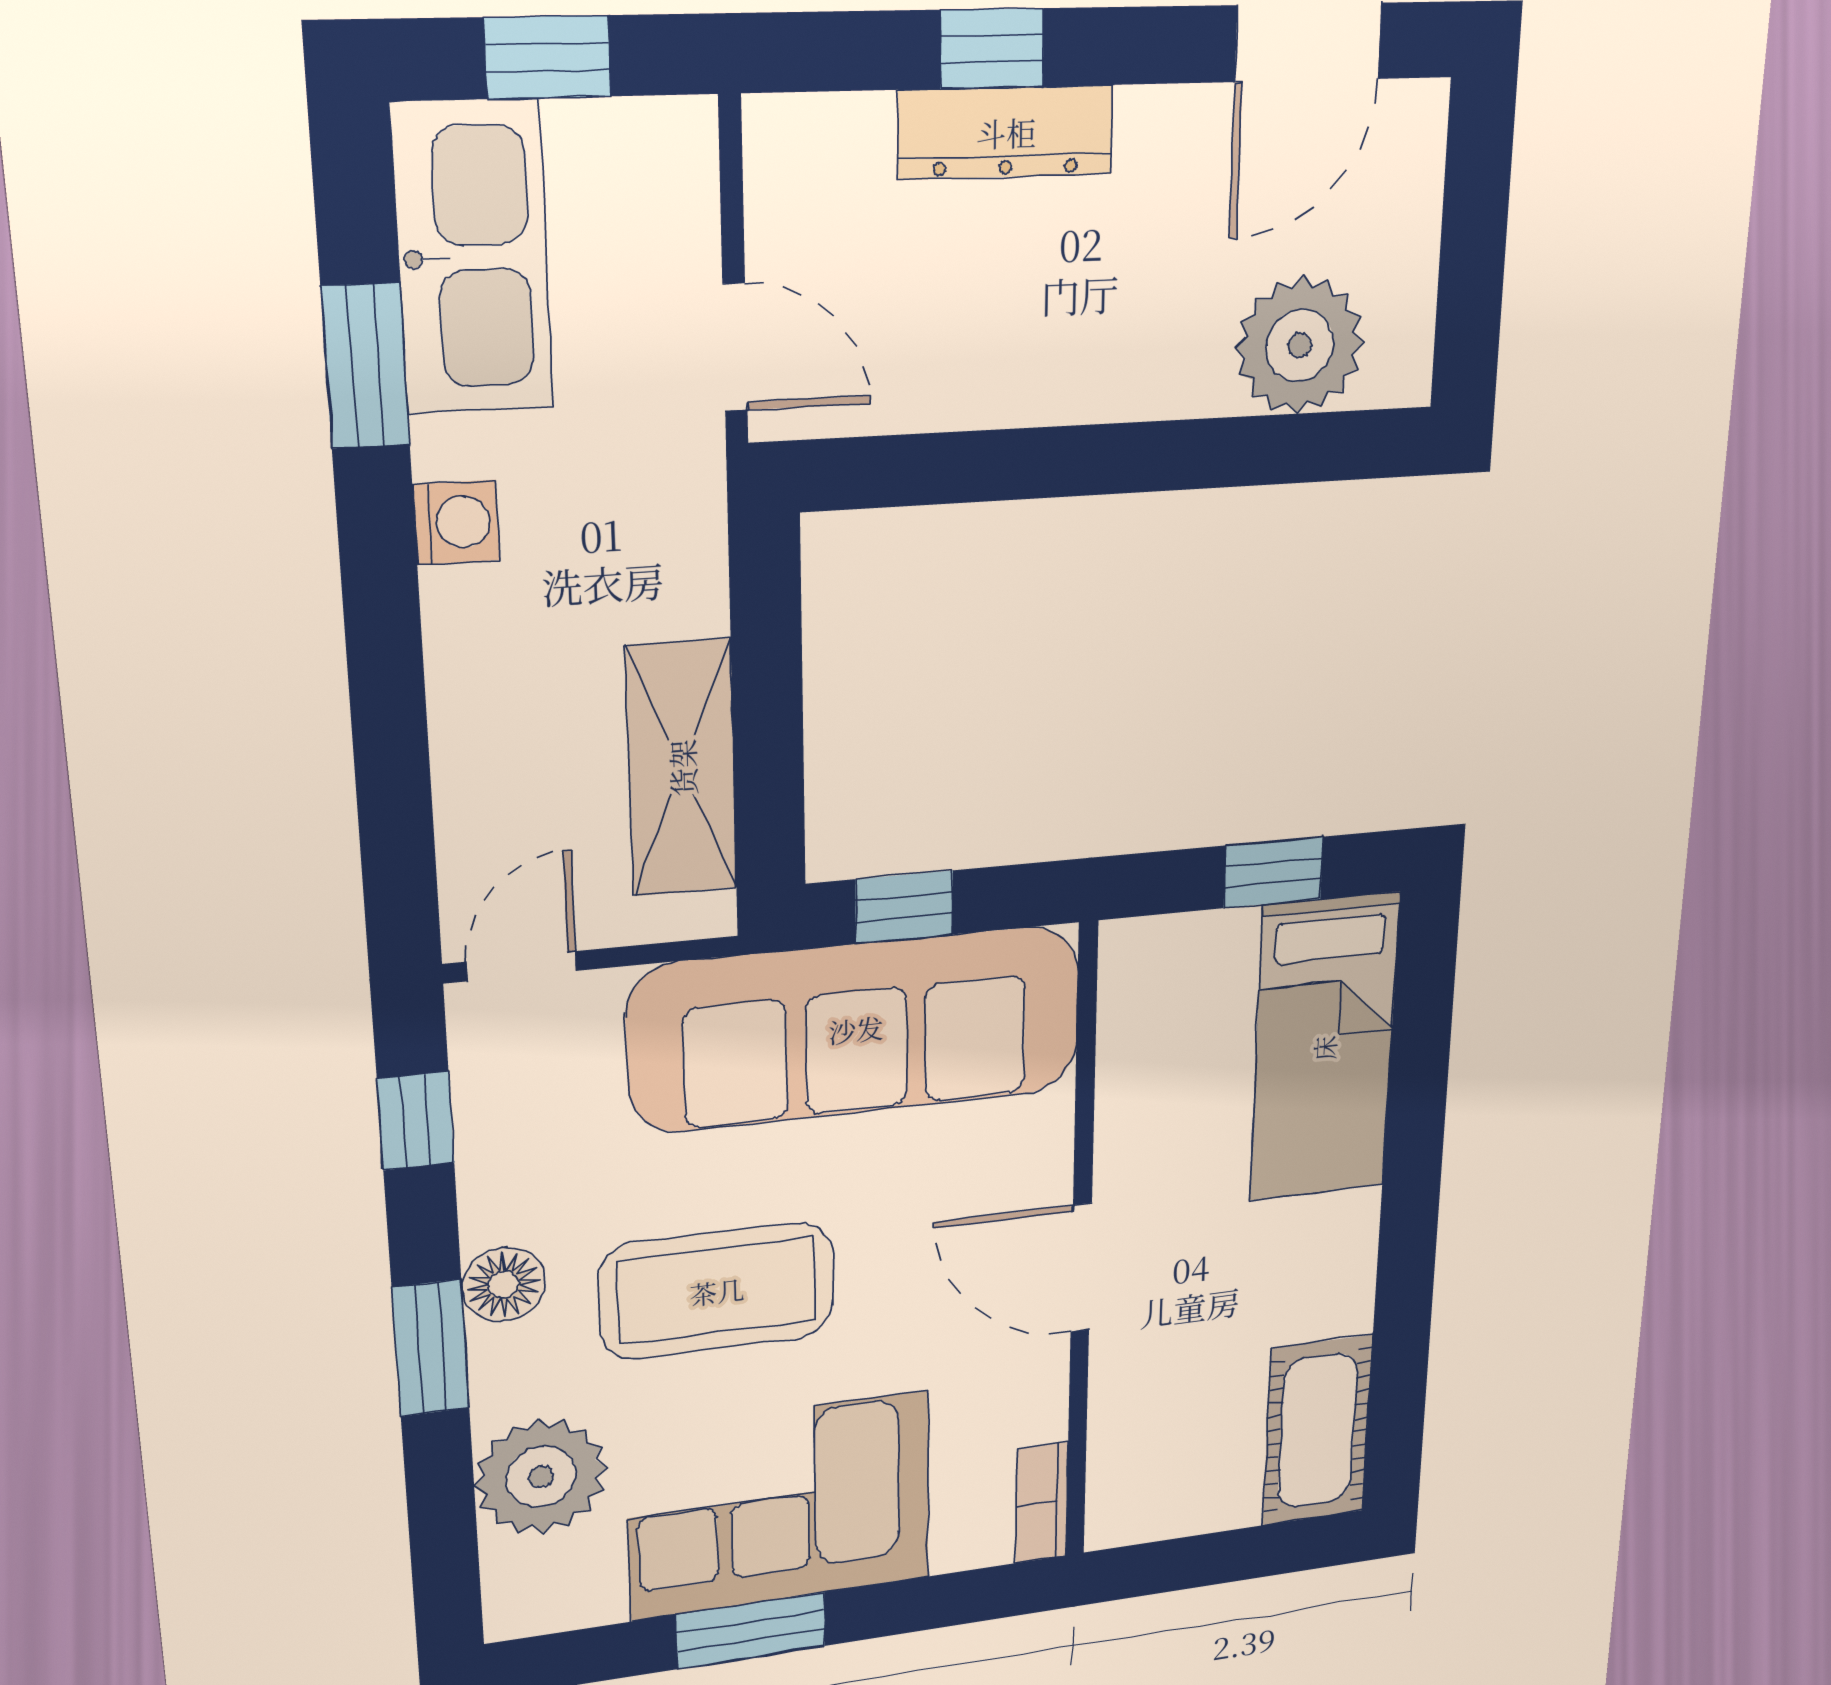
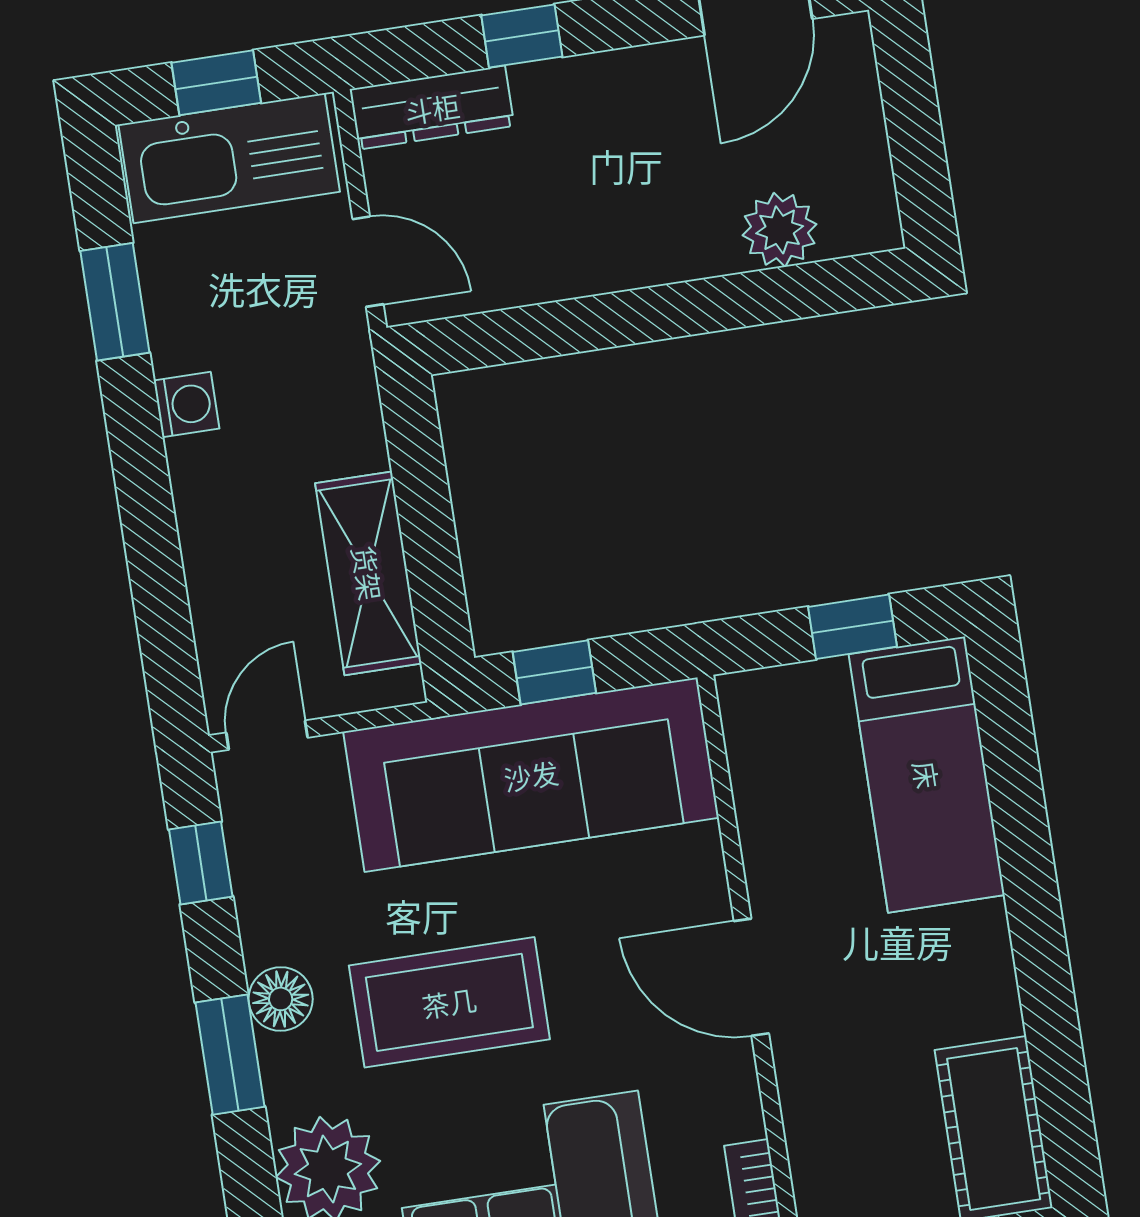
dresser: (1006, 132) -> (432, 108), moved
kitchen sink: (473, 258) -> (229, 158), moved, turned 90
plant: (1300, 345) -> (780, 230), width x0.73, depth x0.73

